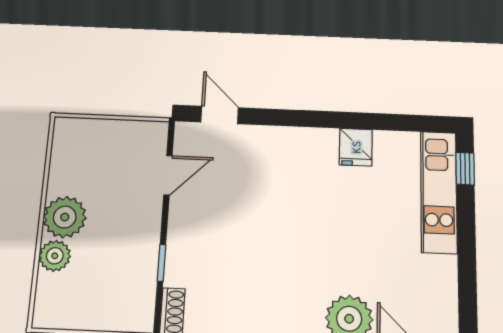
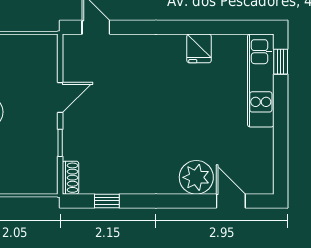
door: (168, 175) -> (60, 98), moved

